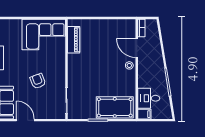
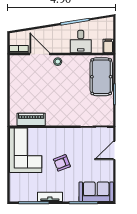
door: (137, 48) -> (40, 54), swing flipped
armchair: (38, 81) -> (62, 163), moved
desk: (149, 98) -> (81, 42), moved
door: (25, 120) -> (114, 150), moved

